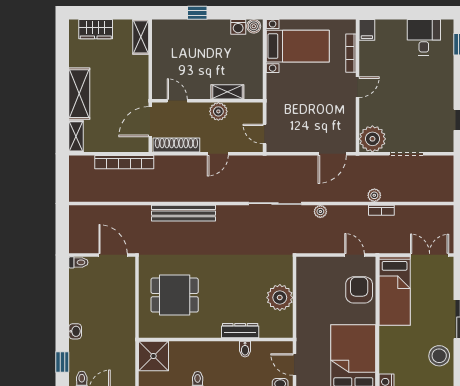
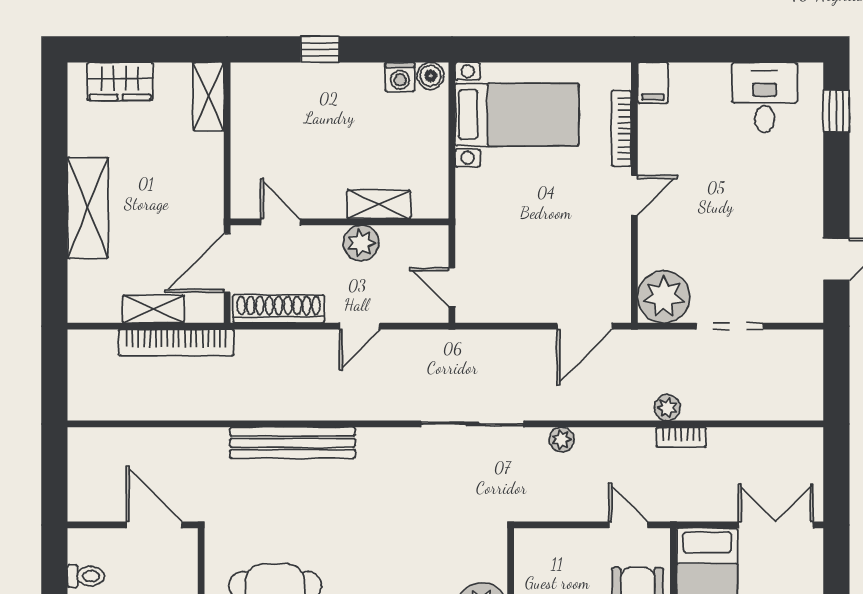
shelving: (76, 136) -> (153, 309), moved, turned 90
toilet: (78, 262) -> (86, 576), moved

